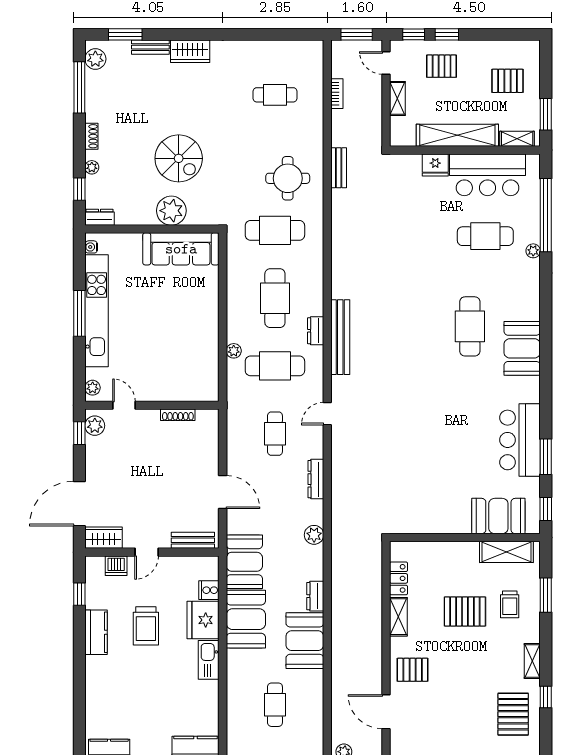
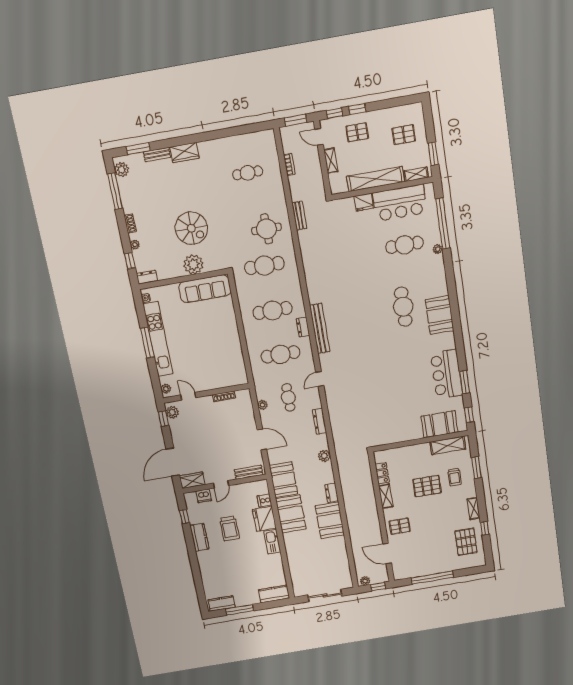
cafe table: (275, 298) -> (273, 310), turned 90
plant: (234, 351) -> (262, 405), moved
cafe table: (275, 705) -> (318, 561), removed

